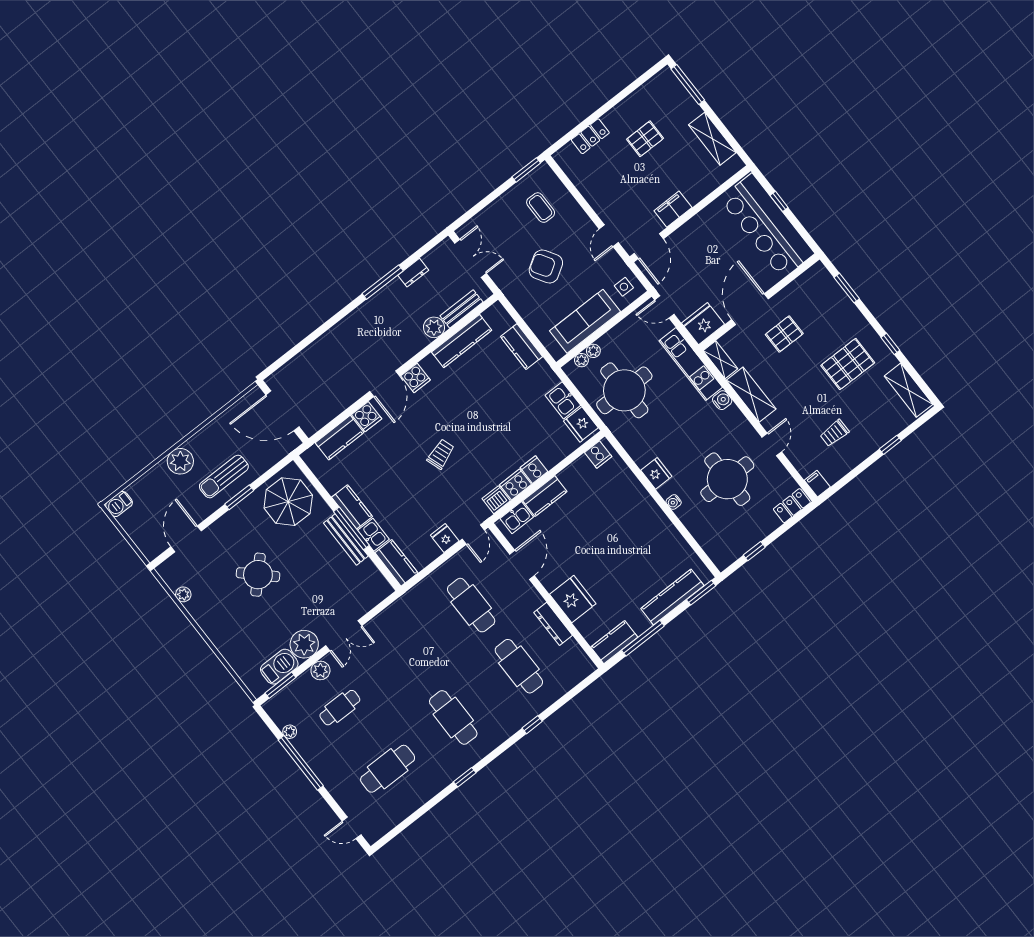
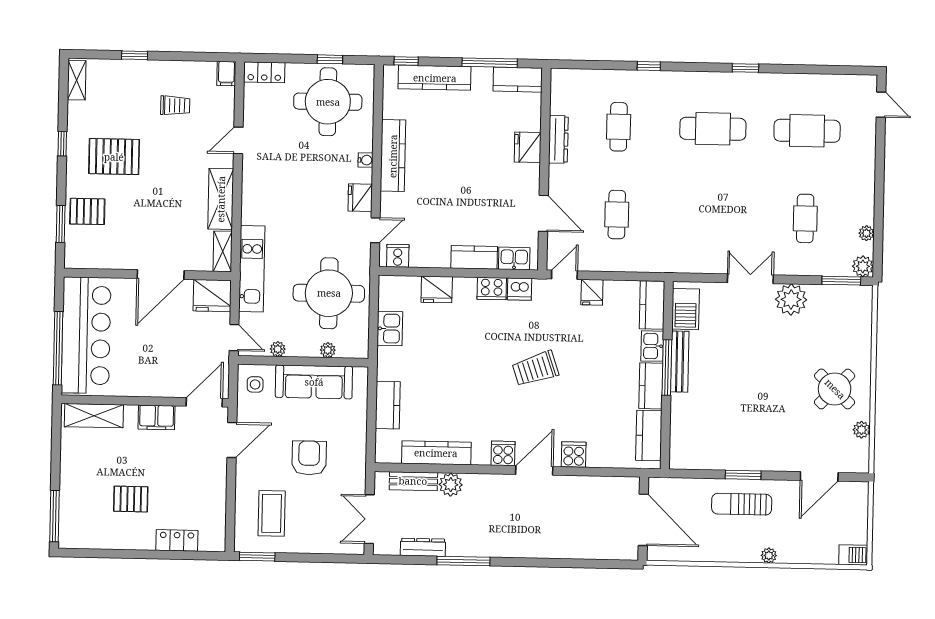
shelving: (712, 139) -> (94, 416), moved, turned 90
window: (779, 201) -> (58, 348), width x3.17
coffee table: (541, 208) -> (272, 513), width x1.36, depth x1.30
door: (609, 236) -> (232, 440), width x1.38
armchair: (546, 267) -> (309, 458), turned -148
dresser: (413, 273) -> (423, 547), width x1.44
pallet: (784, 334) -> (87, 211), moved
plant: (581, 360) -> (278, 349), moved
shelving: (909, 390) -> (77, 80), width x0.67, depth x0.75
water cooler: (722, 400) -> (250, 215), removed
fridge: (581, 424) -> (437, 289), moved, turned 90
kitchen counter: (340, 438) -> (649, 436), moved, turned -90
trolley: (441, 454) -> (535, 369), width x1.36, depth x1.39
door: (628, 459) -> (375, 230), added
plant: (180, 461) -> (769, 555), width x0.53, depth x0.53
cooker: (534, 470) -> (465, 288), removed
sun lounger: (224, 477) -> (742, 504), turned 180
round table: (727, 479) -> (328, 102), moved
parasol: (288, 502) -> (703, 436), removed
kitchen counter: (657, 520) -> (393, 156), added
door: (522, 565) -> (543, 213), swing flipped
round table: (258, 575) -> (835, 389), moved
window: (701, 593) -> (406, 61), width x0.67
fridge: (573, 599) -> (528, 147), width x0.73, depth x0.75
cafe table: (471, 605) -> (617, 215), width x0.73, depth x0.74
cafe table: (519, 666) -> (619, 127), width x0.73, depth x0.74
barbecue: (279, 667) -> (686, 309), moved, turned -90
plant: (320, 670) -> (863, 266), moved
cafe table: (340, 708) -> (805, 218), turned 90
cafe table: (453, 717) -> (713, 129), turned 90
window: (301, 763) -> (879, 198), removed

